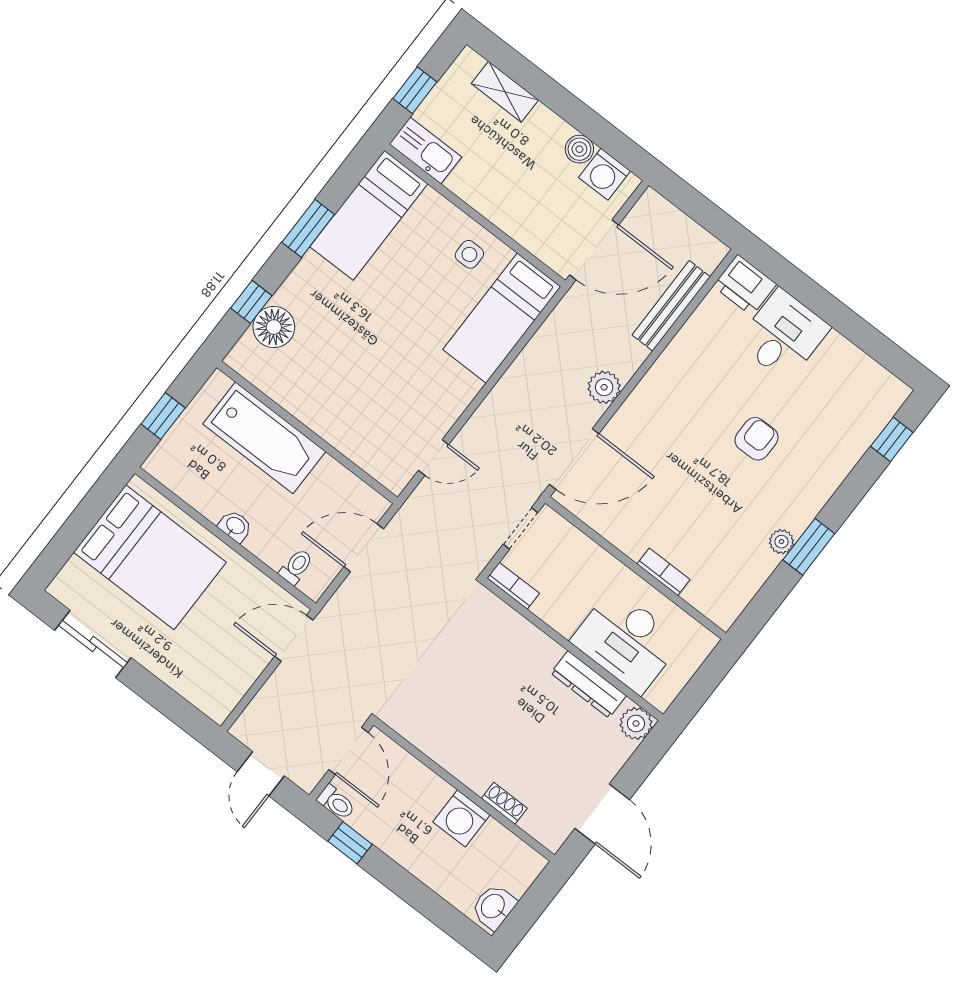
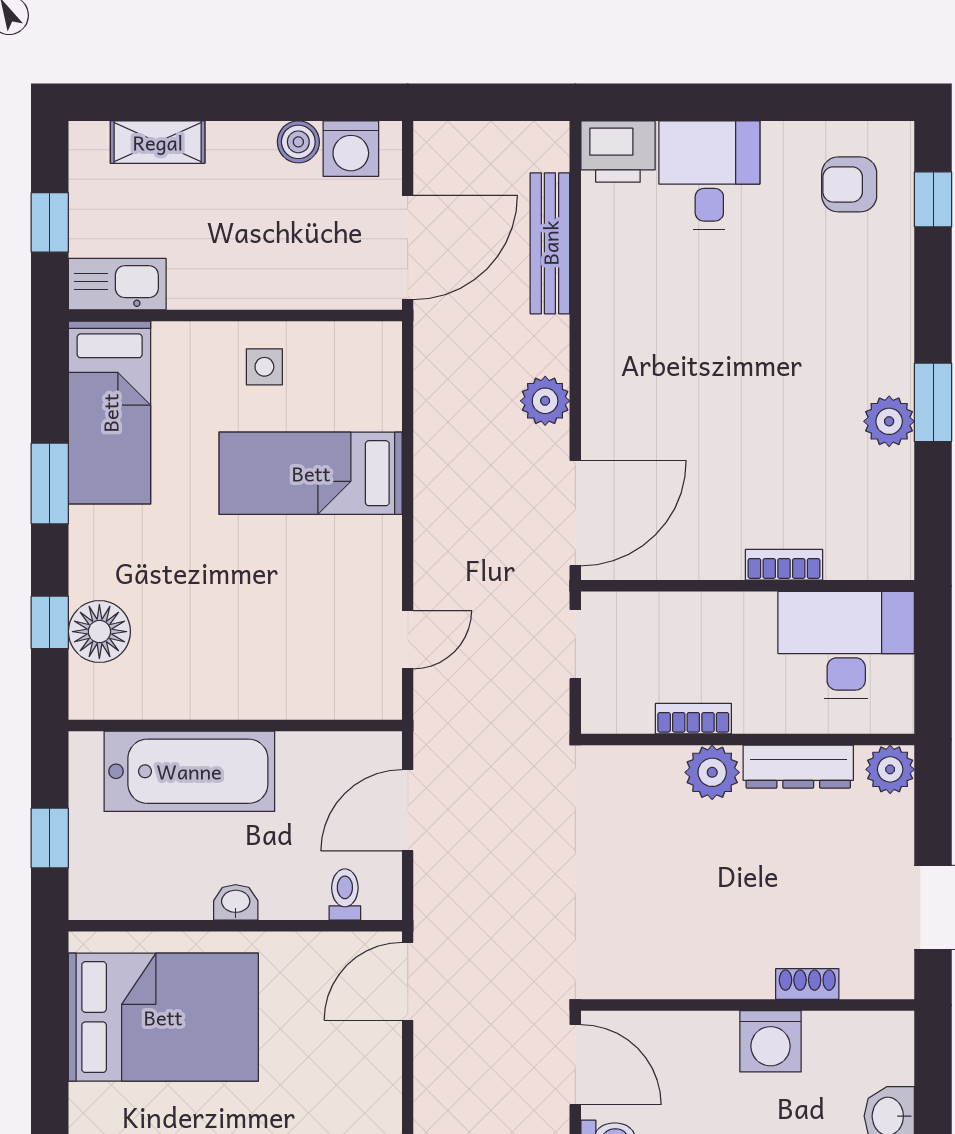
bed: (502, 318) -> (311, 473), moved, turned 90
armchair: (756, 439) -> (849, 184), moved, turned -90
plant: (781, 542) -> (889, 421), width x1.38, depth x1.38
bookcase: (513, 586) -> (693, 719), moved
desk: (627, 641) -> (846, 645), moved, turned 180
plant: (541, 652) -> (712, 772), added

